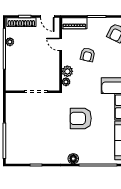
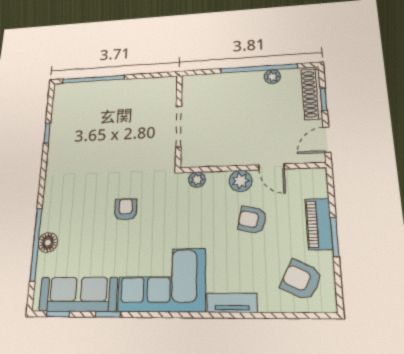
piano: (74, 23) -> (319, 224), moved
door: (61, 44) -> (271, 167), swing flipped
plant: (67, 71) -> (241, 181), moved
armchair: (81, 118) -> (126, 209), width x0.53, depth x0.53
floor lamp: (73, 159) -> (48, 242), moved

